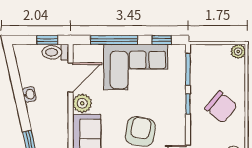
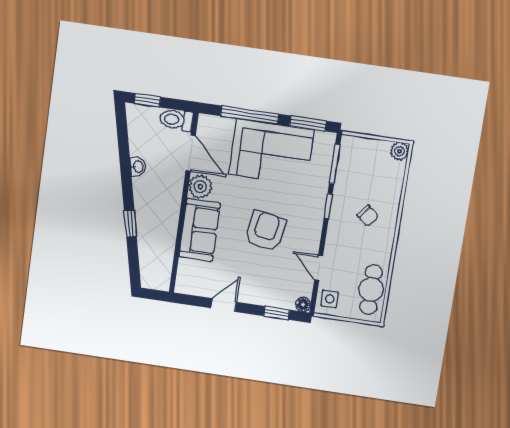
window: (47, 40) -> (147, 100), moved
window: (162, 40) -> (308, 123), width x1.50
door: (71, 78) -> (191, 153), hinge flipped
chair: (221, 107) -> (368, 216), width x0.54, depth x0.54

